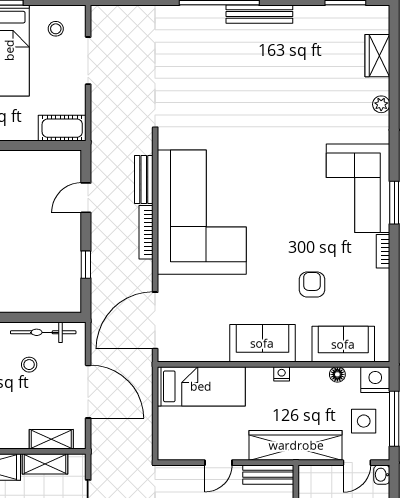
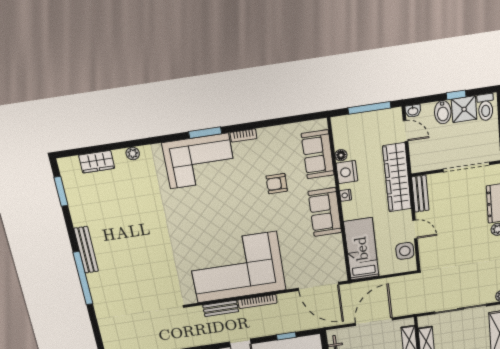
nightstand: (375, 380) -> (347, 172), moved
side table: (364, 421) -> (405, 251), moved

